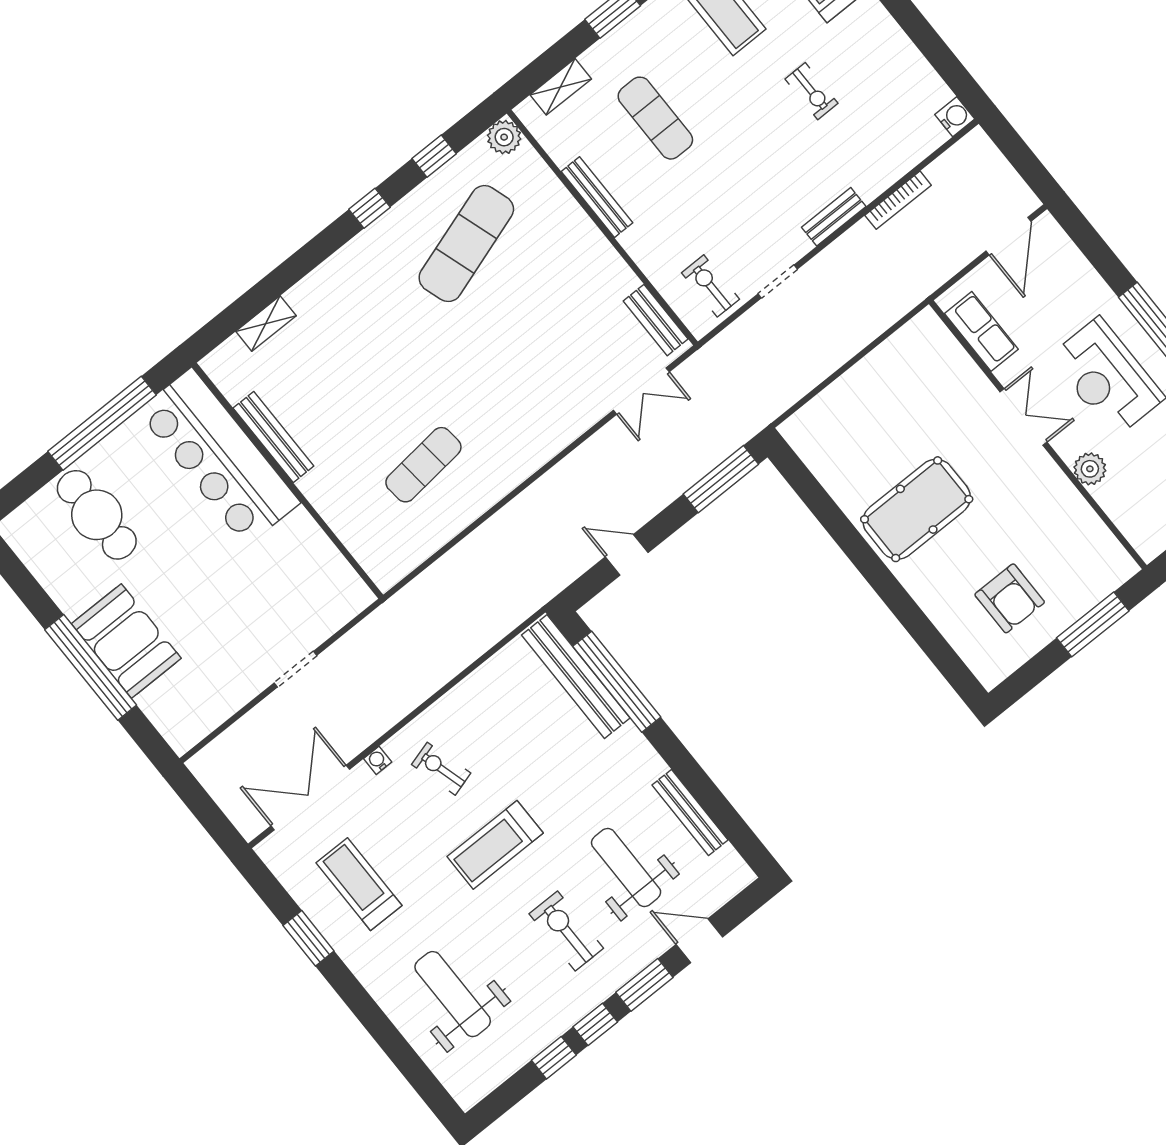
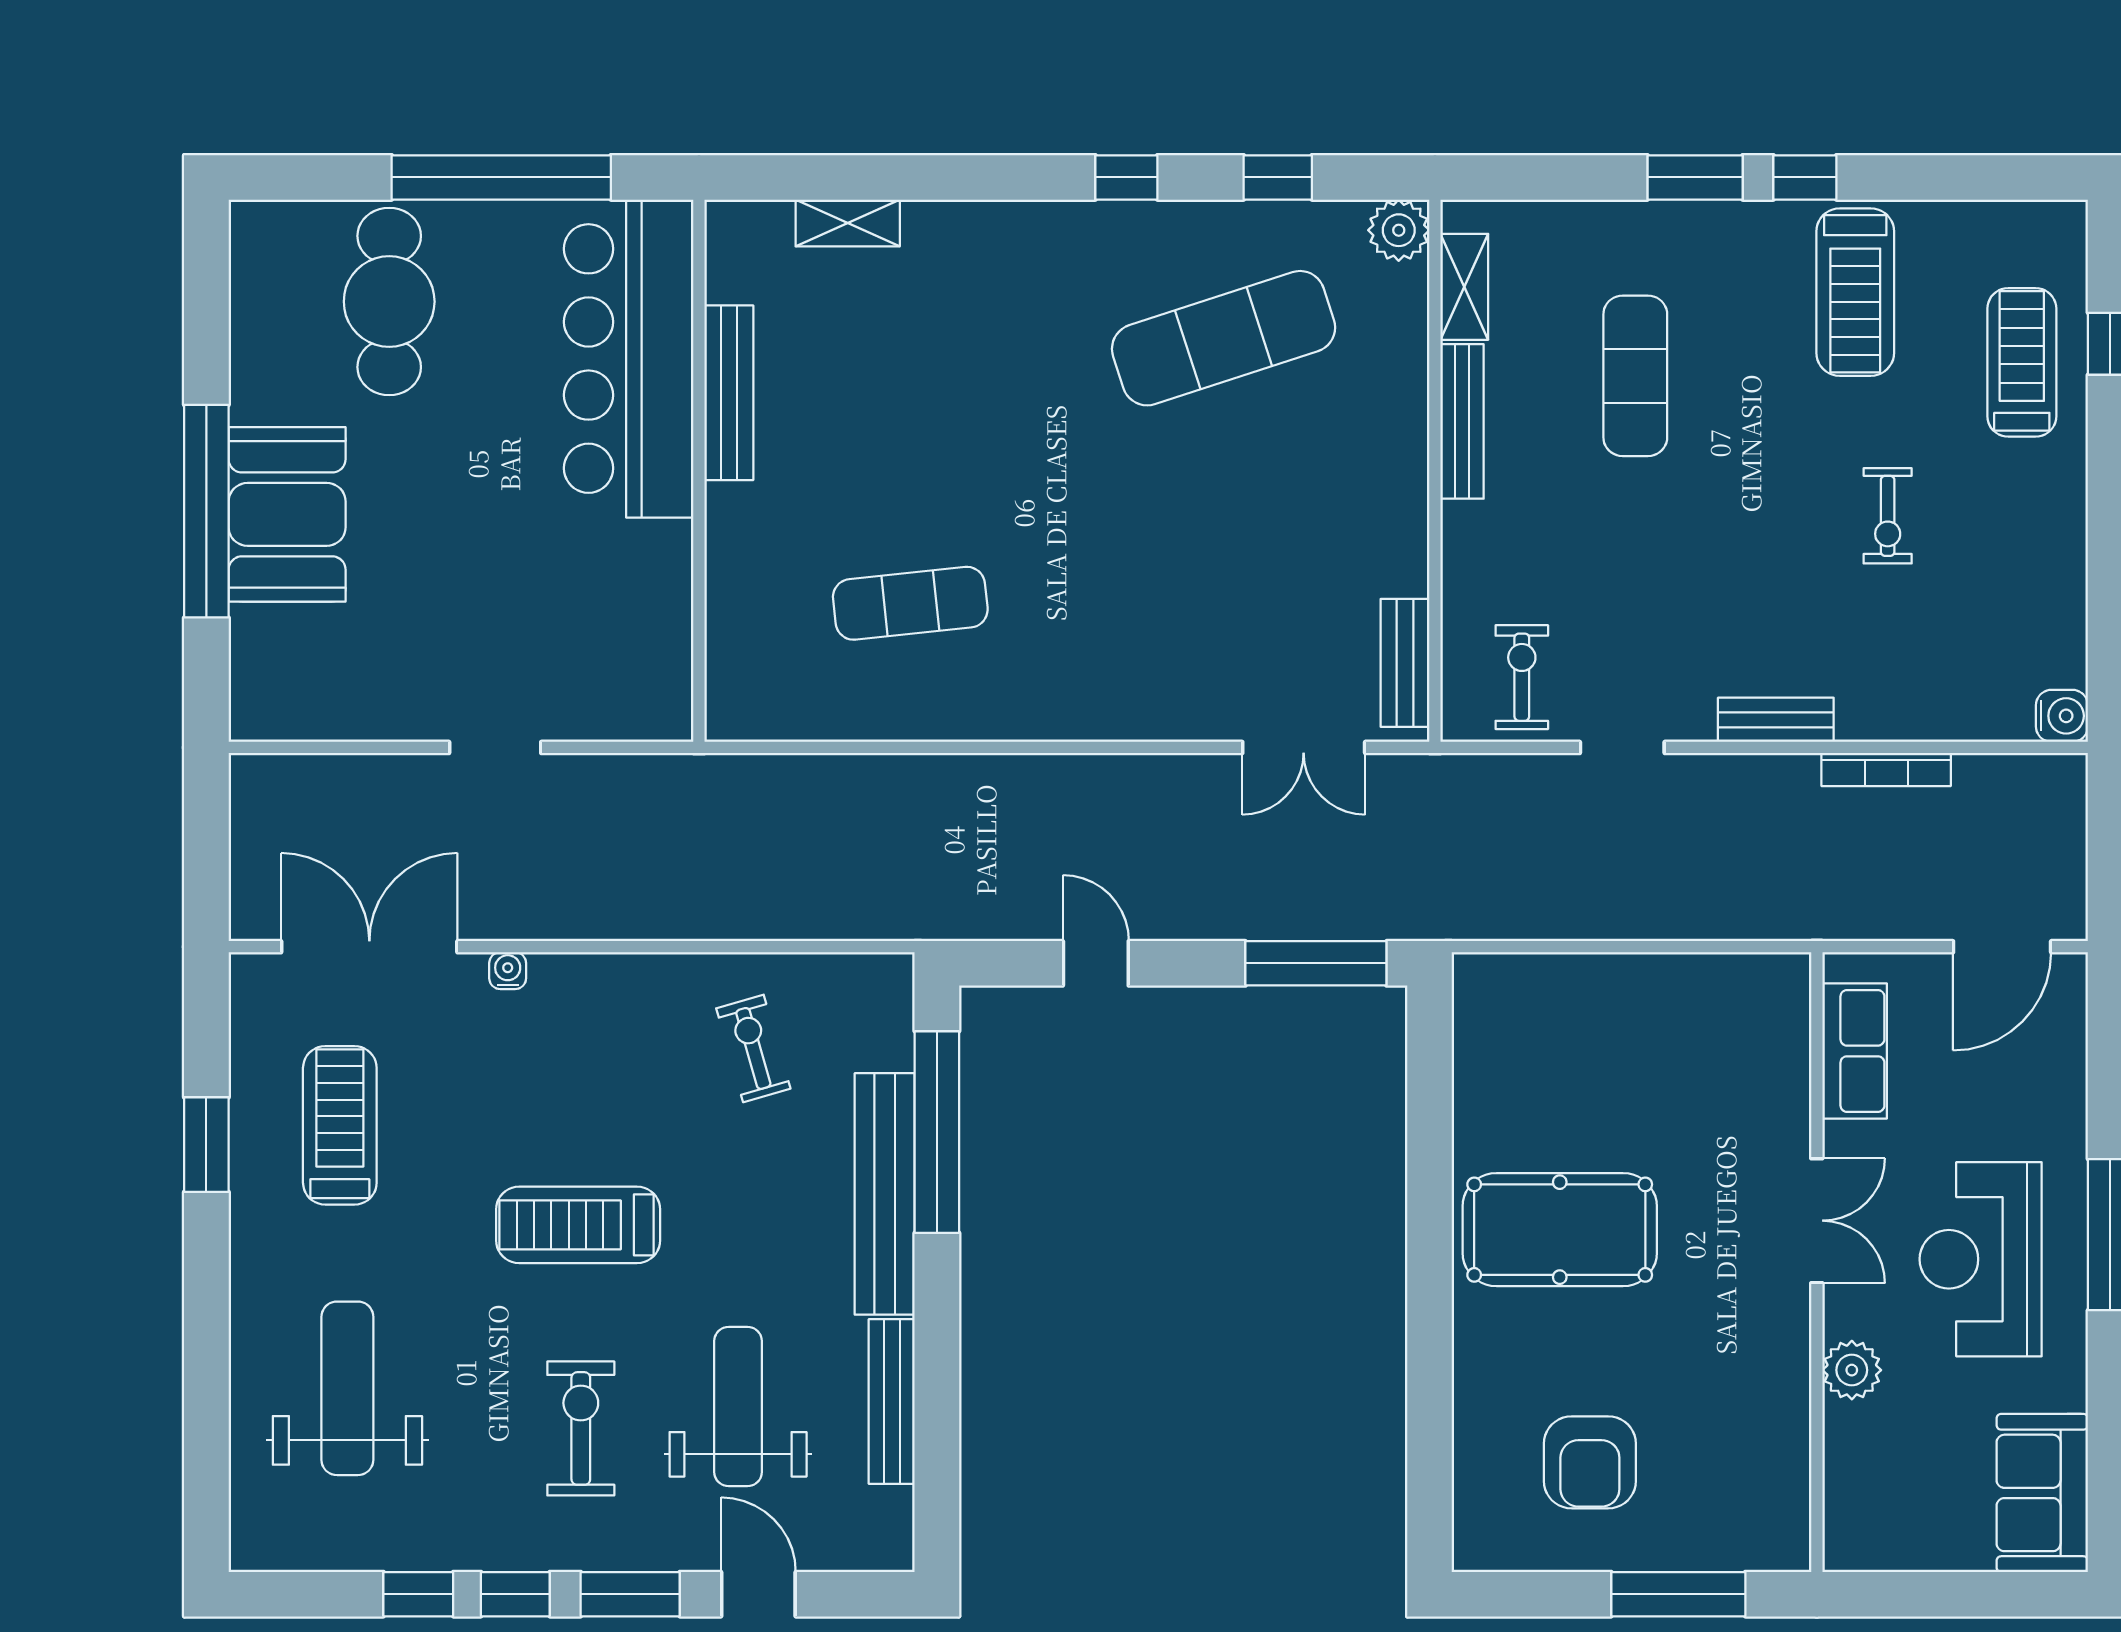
shelving: (561, 87) -> (1464, 287), moved, turned 90
bench: (576, 677) -> (885, 1194), moved
exercise bike: (441, 769) -> (753, 1048), moved

